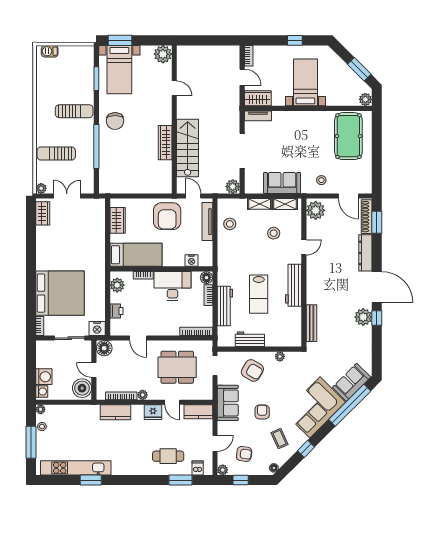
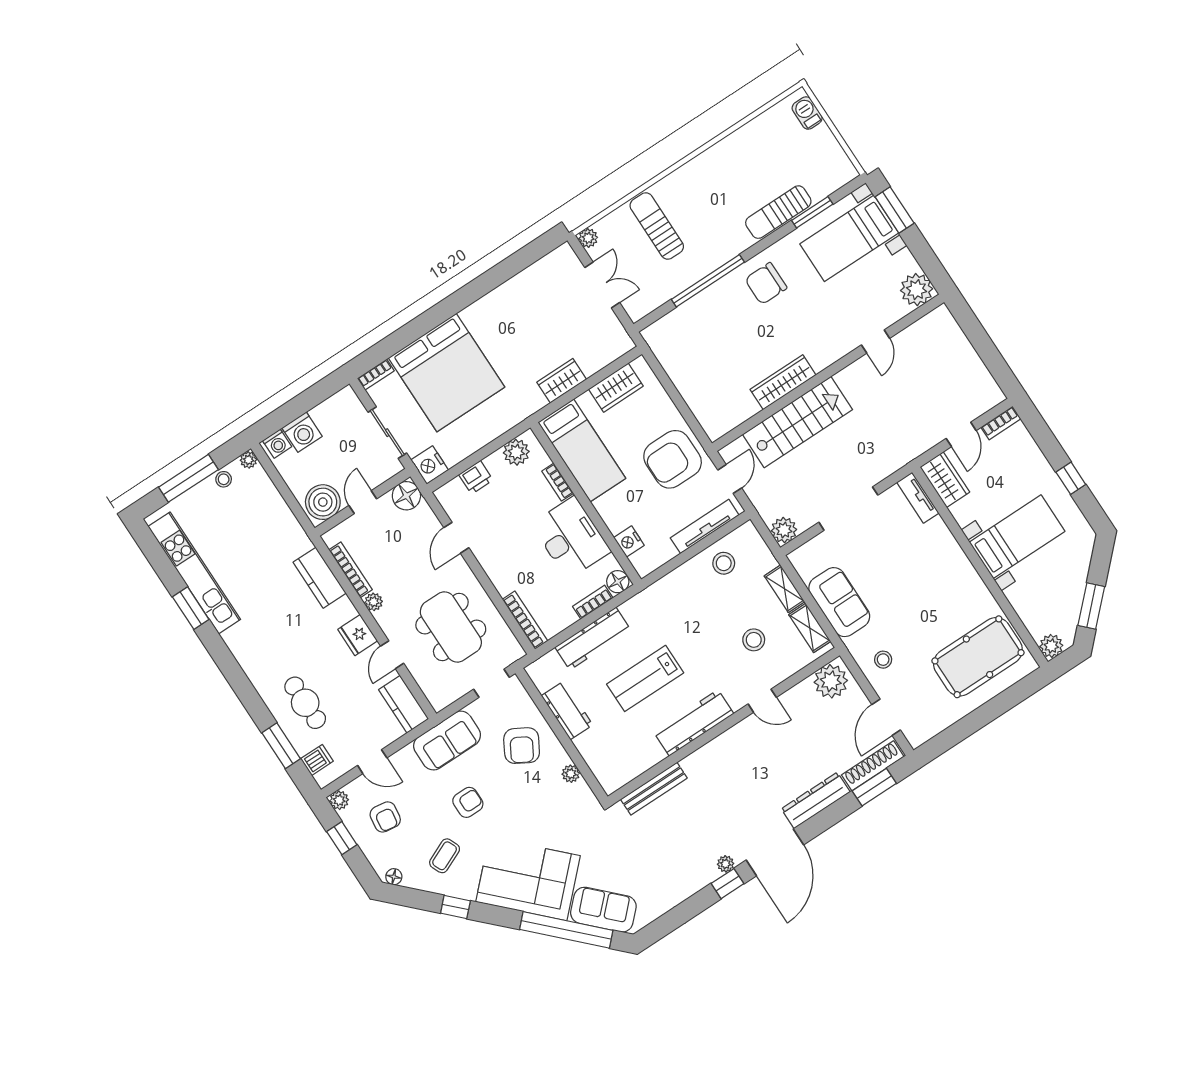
sun lounger: (74, 111) -> (778, 212), moved, turned 90
wardrobe: (43, 213) -> (562, 381), moved, turned 180
plant: (363, 317) -> (726, 864), width x0.53, depth x0.53

